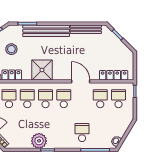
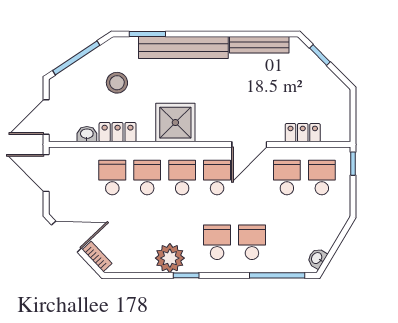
locker: (114, 75) -> (303, 133), width x0.66
door: (81, 81) -> (249, 144), swing flipped
school desk: (64, 133) -> (217, 242), added

